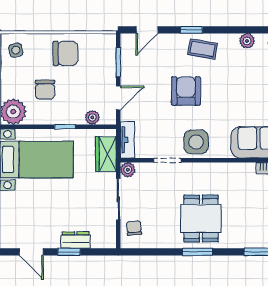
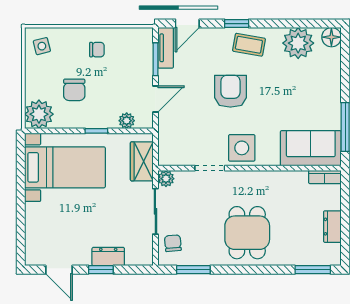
plant: (247, 41) -> (298, 43), width x1.88, depth x1.88
chair: (65, 53) -> (97, 50), width x0.54, depth x0.54
tv unit: (127, 140) -> (166, 48), moved
window: (198, 252) -> (193, 270), moved

